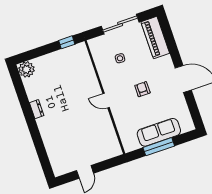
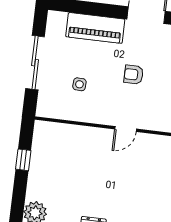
piano: (155, 38) -> (95, 28), moved
window: (67, 42) -> (23, 160), moved

